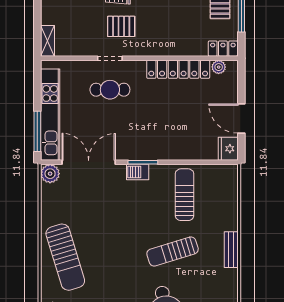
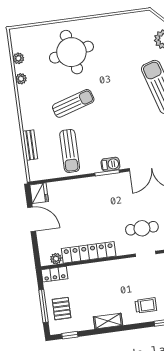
pallet: (121, 26) -> (140, 281), removed
bench: (231, 250) -> (30, 145), moved
plant: (231, 290) -> (21, 79), added

